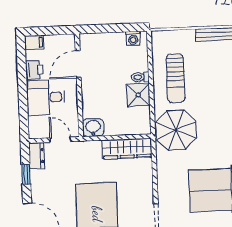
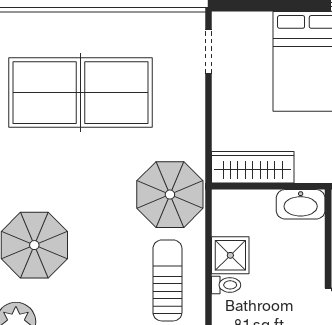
washbasin: (93, 128) -> (301, 204), width x1.38

